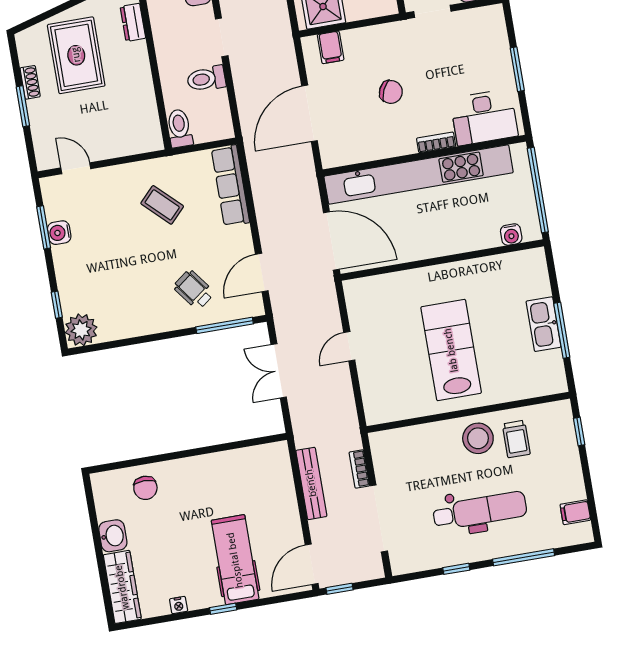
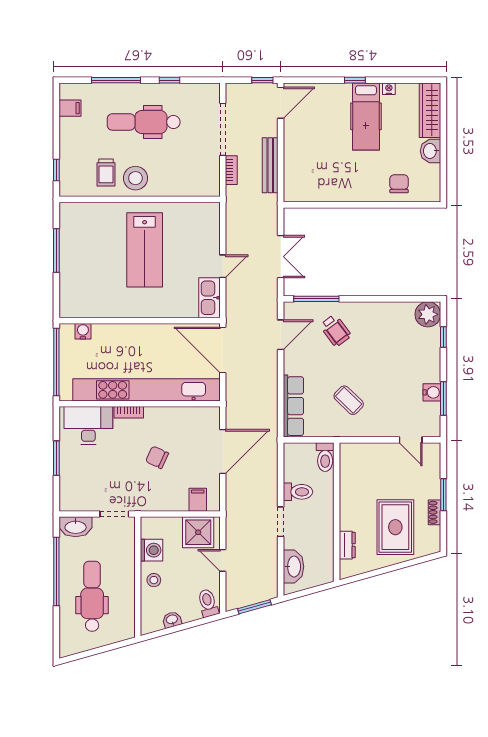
kitchen sink: (544, 324) -> (209, 298), moved, turned 180
trolley: (516, 439) -> (106, 172), turned 180
hospital bed: (235, 560) -> (366, 116), moved

